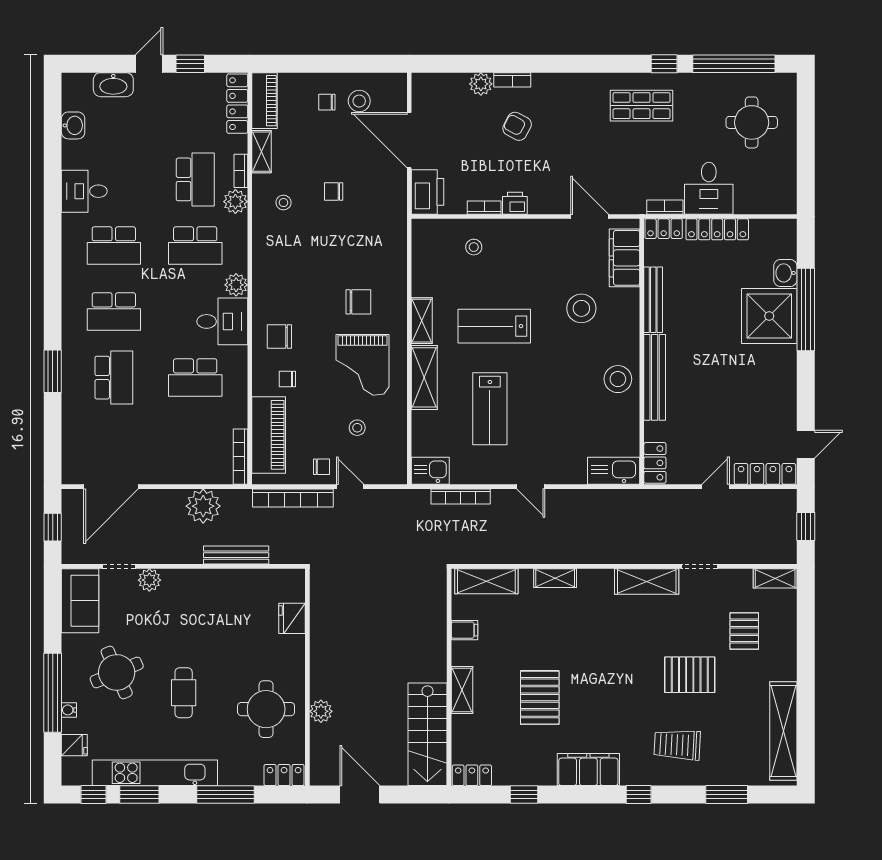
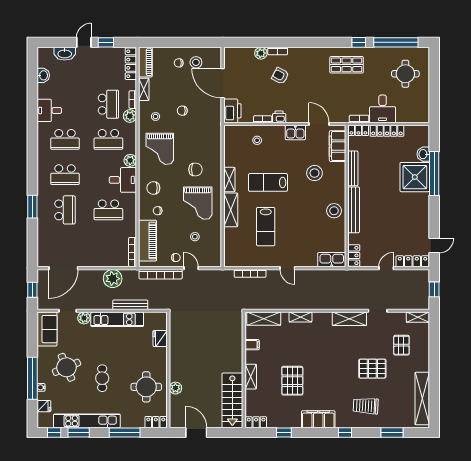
grand piano: (292, 263) -> (160, 149), added
kitchen sink: (430, 471) -> (295, 132), moved, turned 180
kitchen unit: (212, 583) -> (117, 319), added

